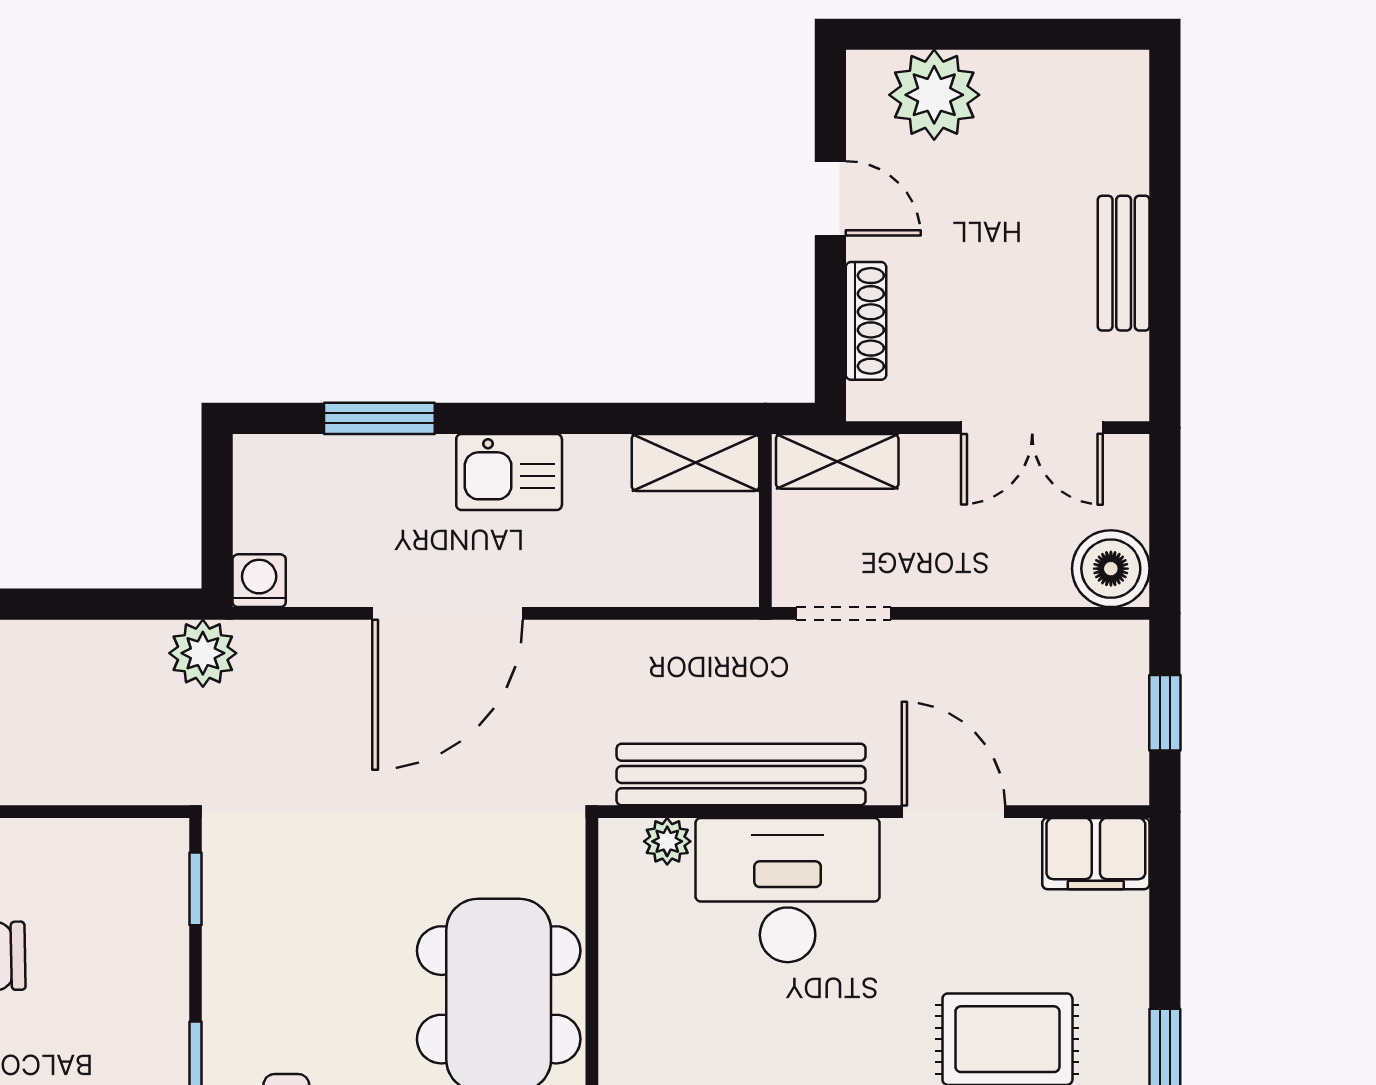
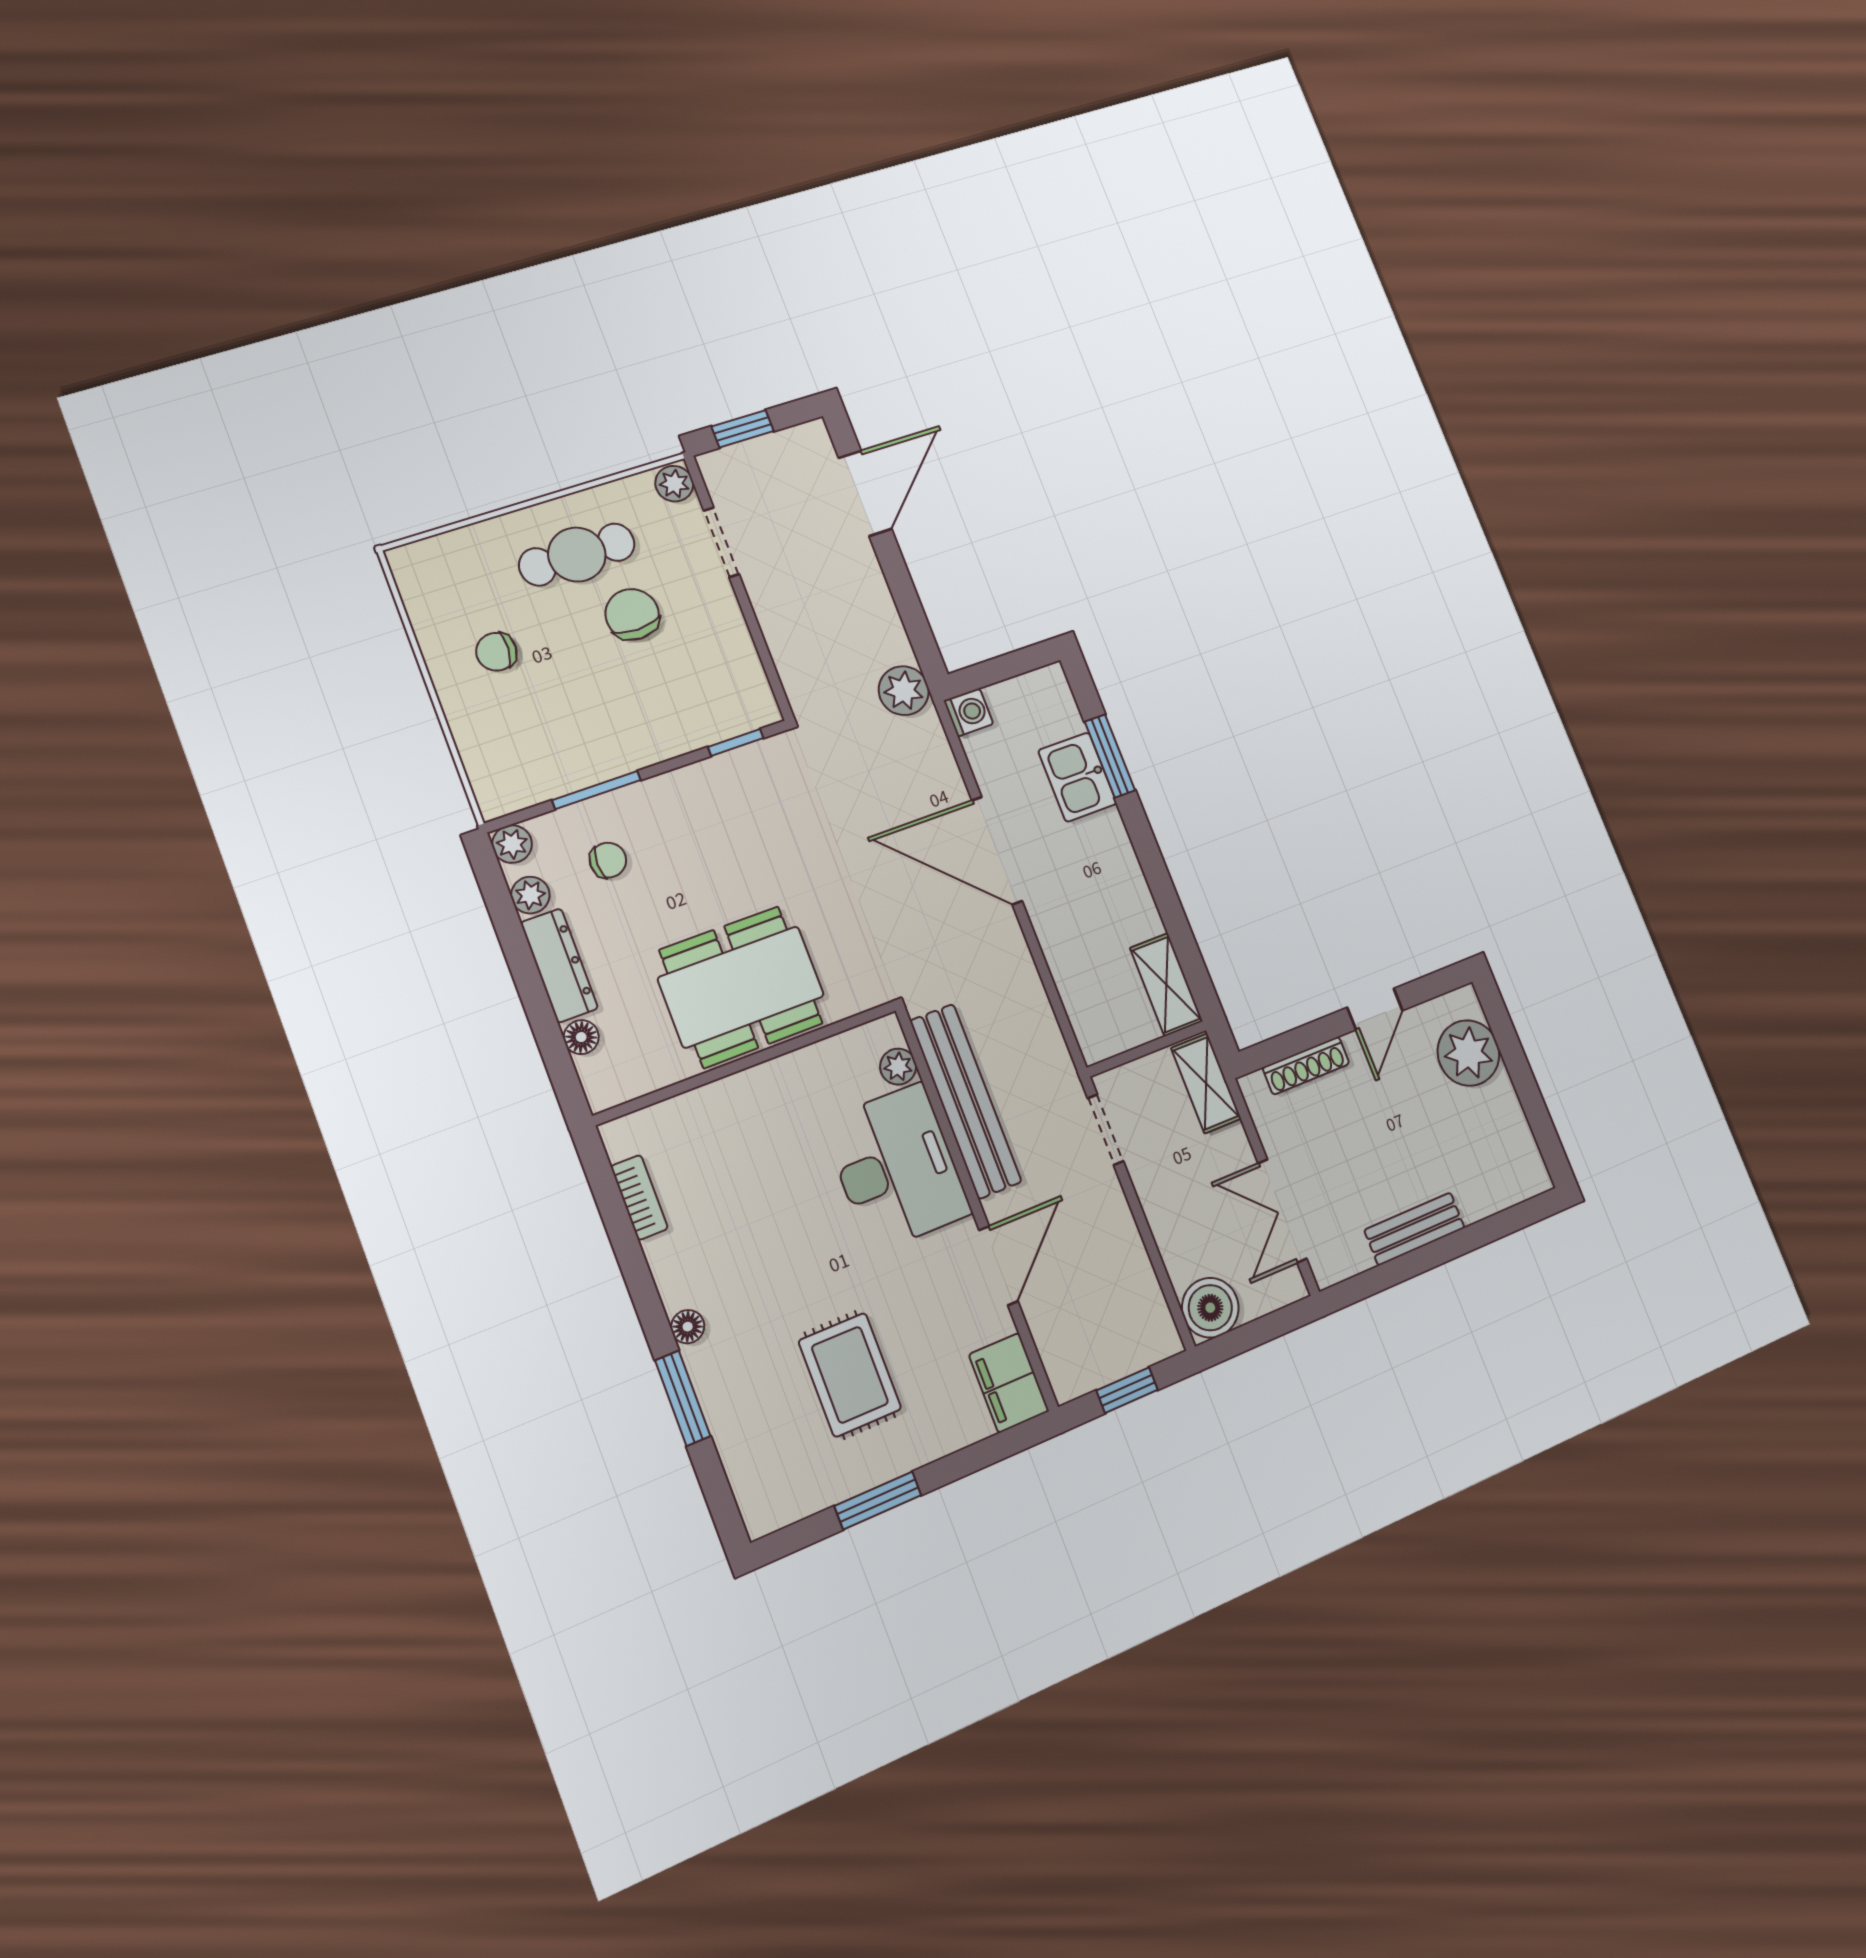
kitchen sink: (509, 472) -> (1077, 777), moved

